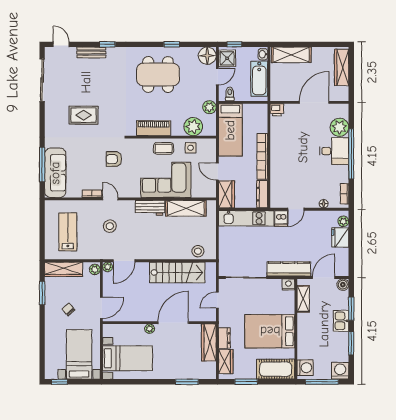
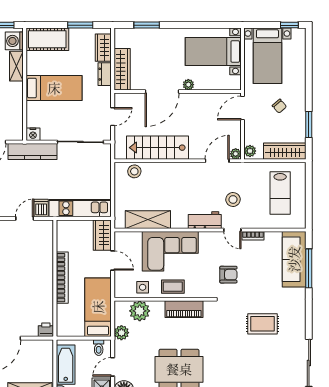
dresser: (262, 194) -> (62, 235), removed
workbench: (150, 208) -> (205, 220), moved
shelving: (303, 299) -> (16, 66), moved
bed: (270, 331) -> (54, 88), width x0.67

